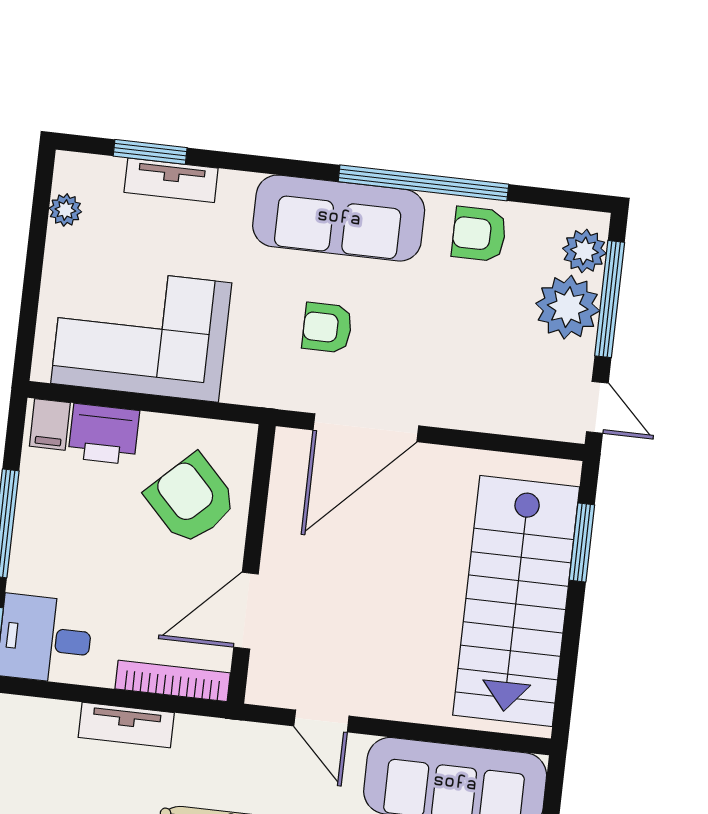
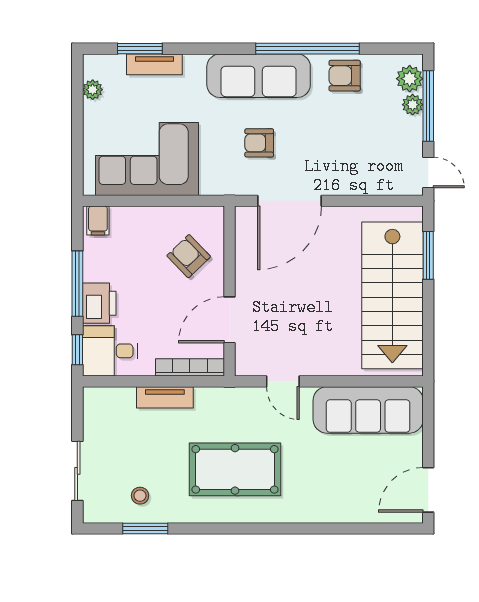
plant: (568, 307) -> (413, 105), width x0.53, depth x0.53
printer: (104, 434) -> (99, 303), moved, turned -90
armchair: (191, 499) -> (189, 256), width x0.72, depth x0.72

